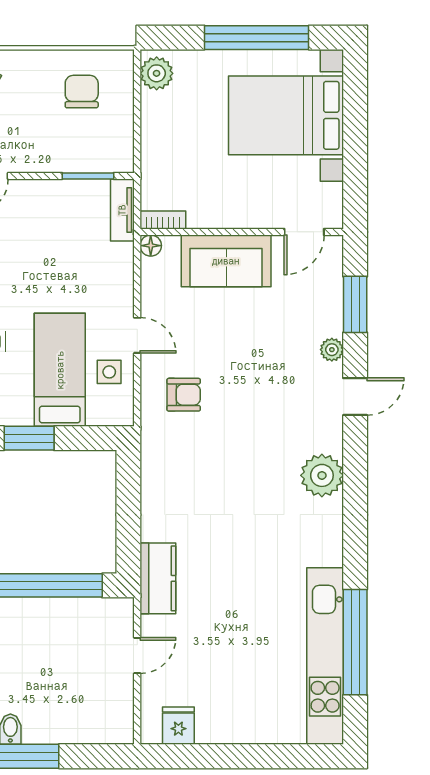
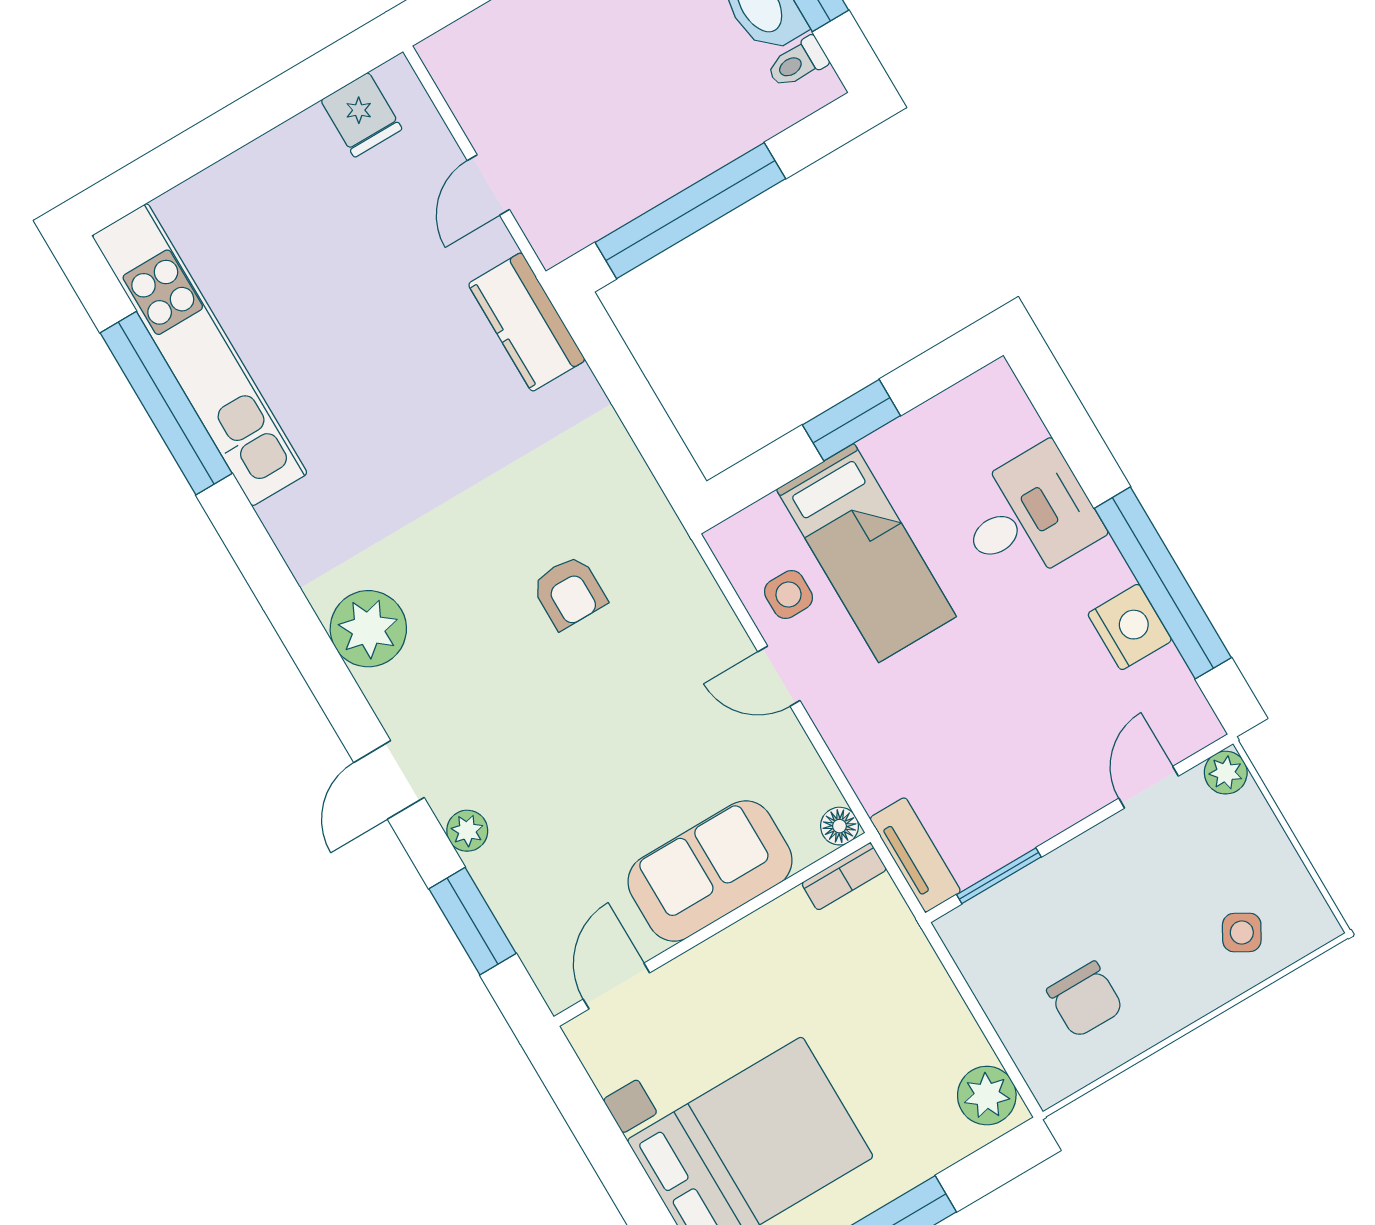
armchair: (184, 395) -> (569, 592), moved, turned -90

